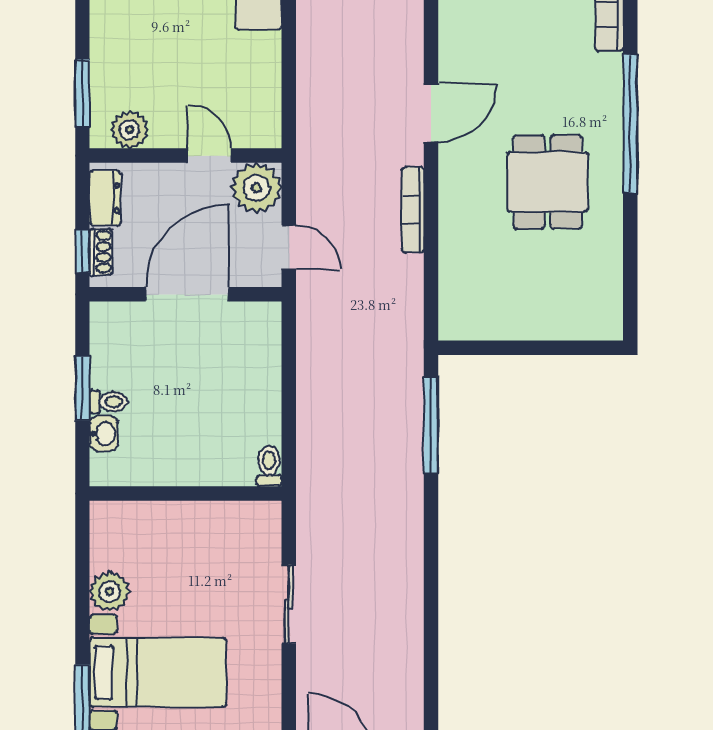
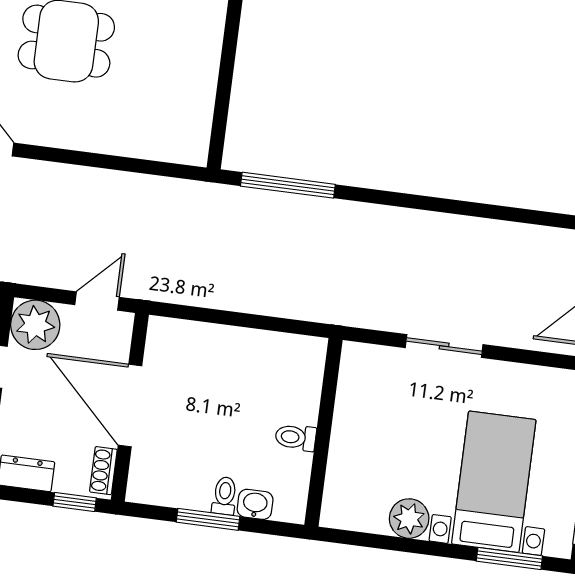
bookcase: (413, 210) -> (76, 176), removed
shoe rack: (101, 252) -> (103, 471), moved, turned -90
toilet: (269, 466) -> (296, 437), moved

